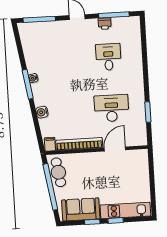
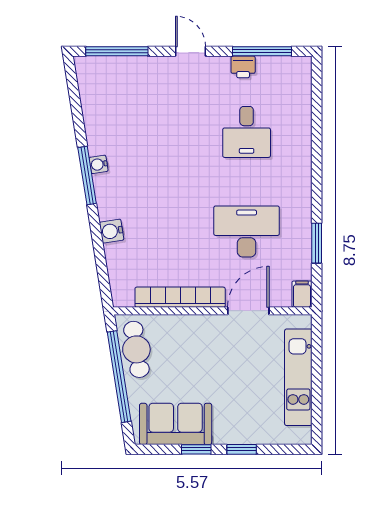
desk: (108, 57) -> (247, 132), turned 180
filing cabinet: (50, 144) -> (302, 294), moved
kitchen unit: (125, 211) -> (298, 377), moved, turned -90

